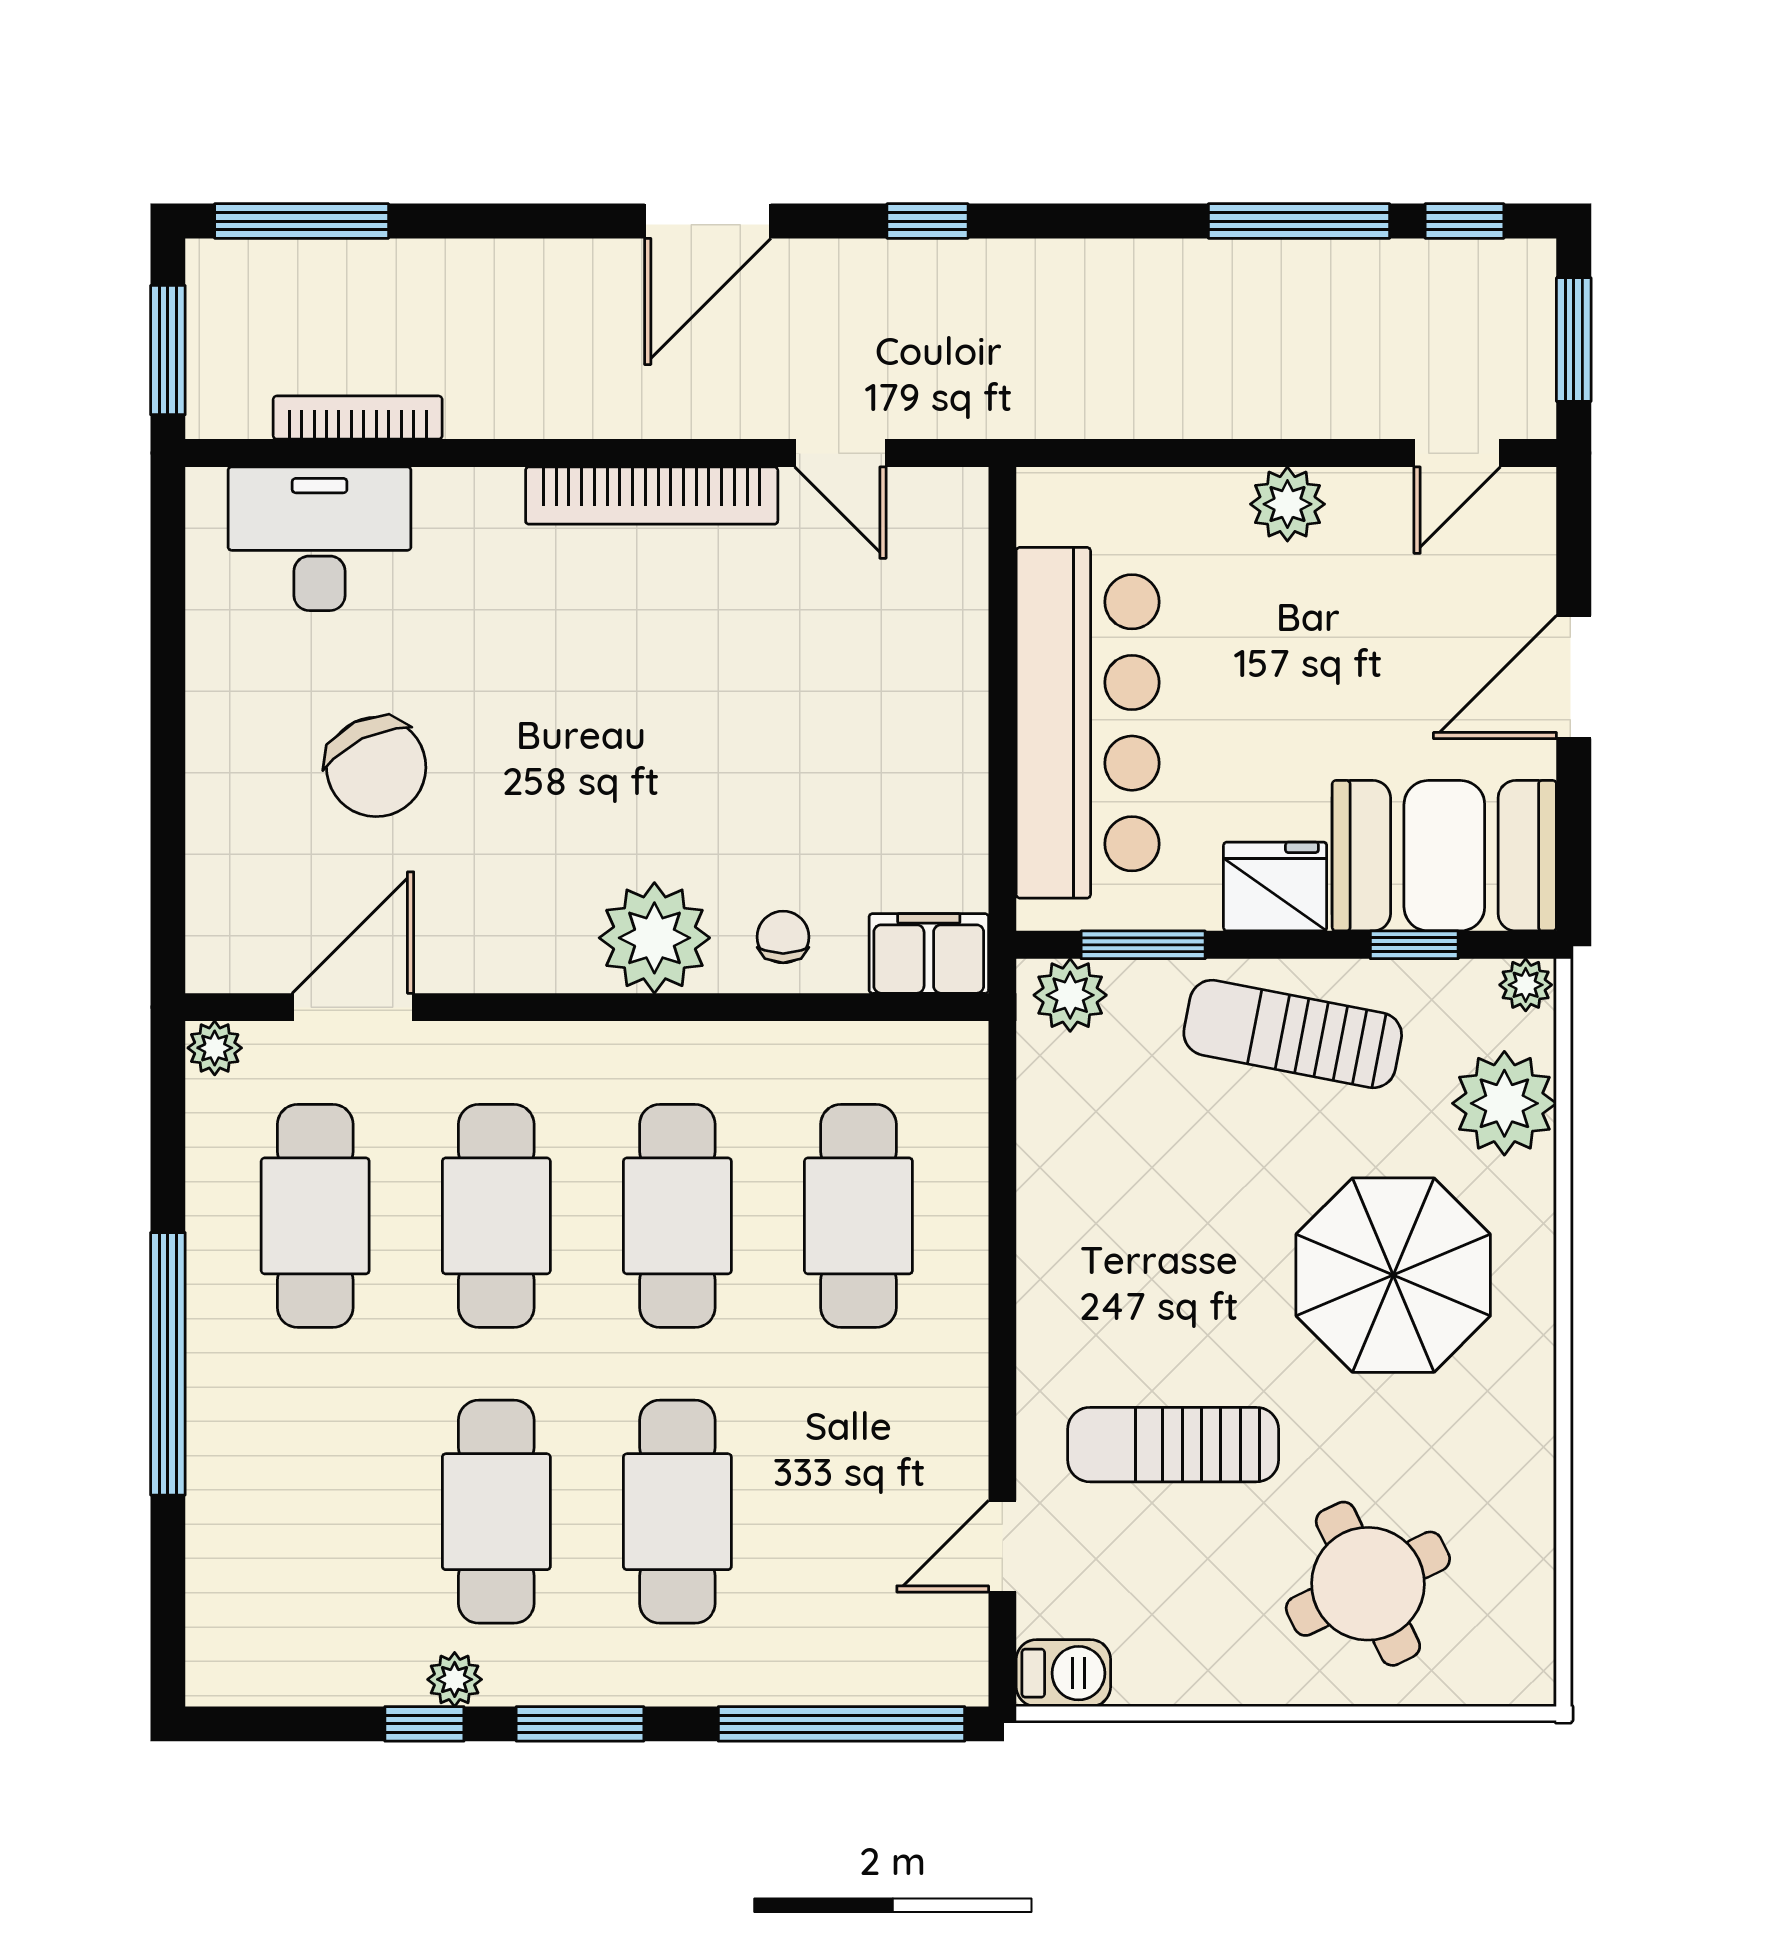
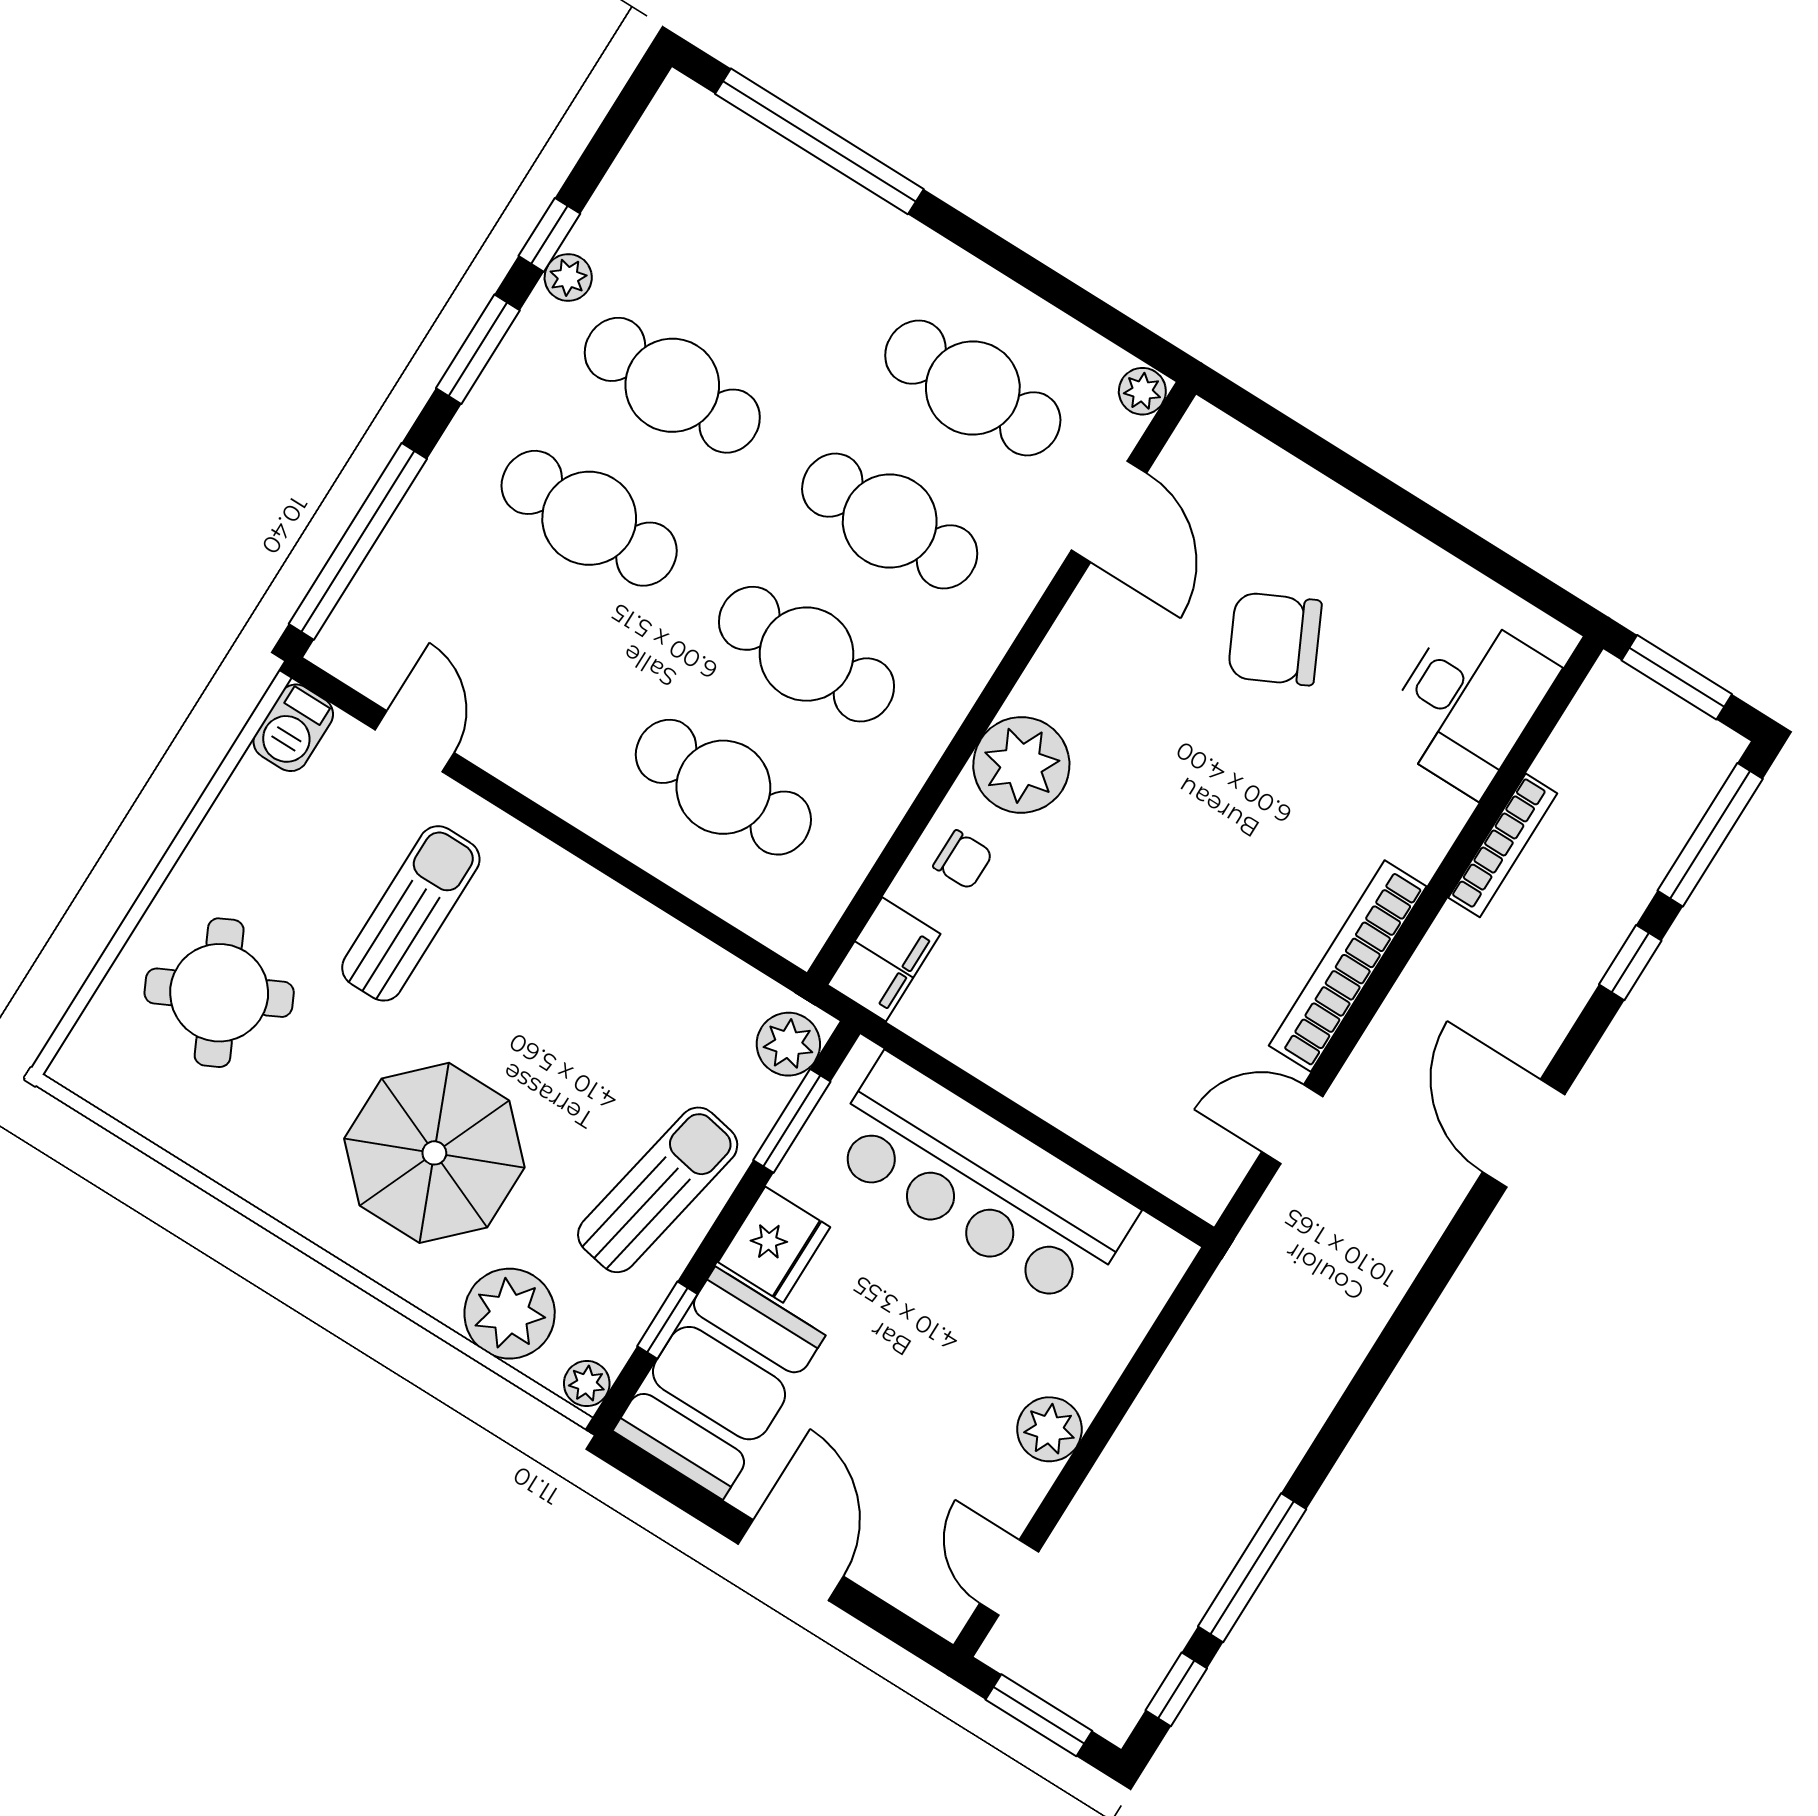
window: (927, 221) -> (1630, 963), moved
bookcase: (358, 418) -> (1503, 845), moved
window: (168, 1364) -> (819, 141), moved

